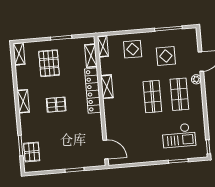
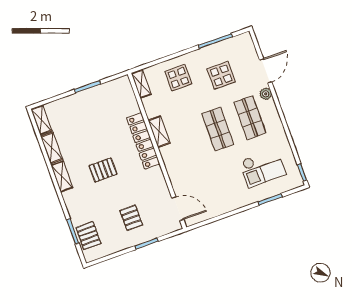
shelving: (91, 56) -> (52, 148), moved
pallet: (49, 63) -> (131, 218), moved, width x0.67, depth x0.71

